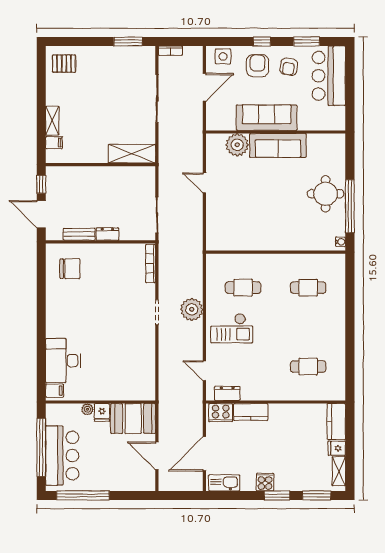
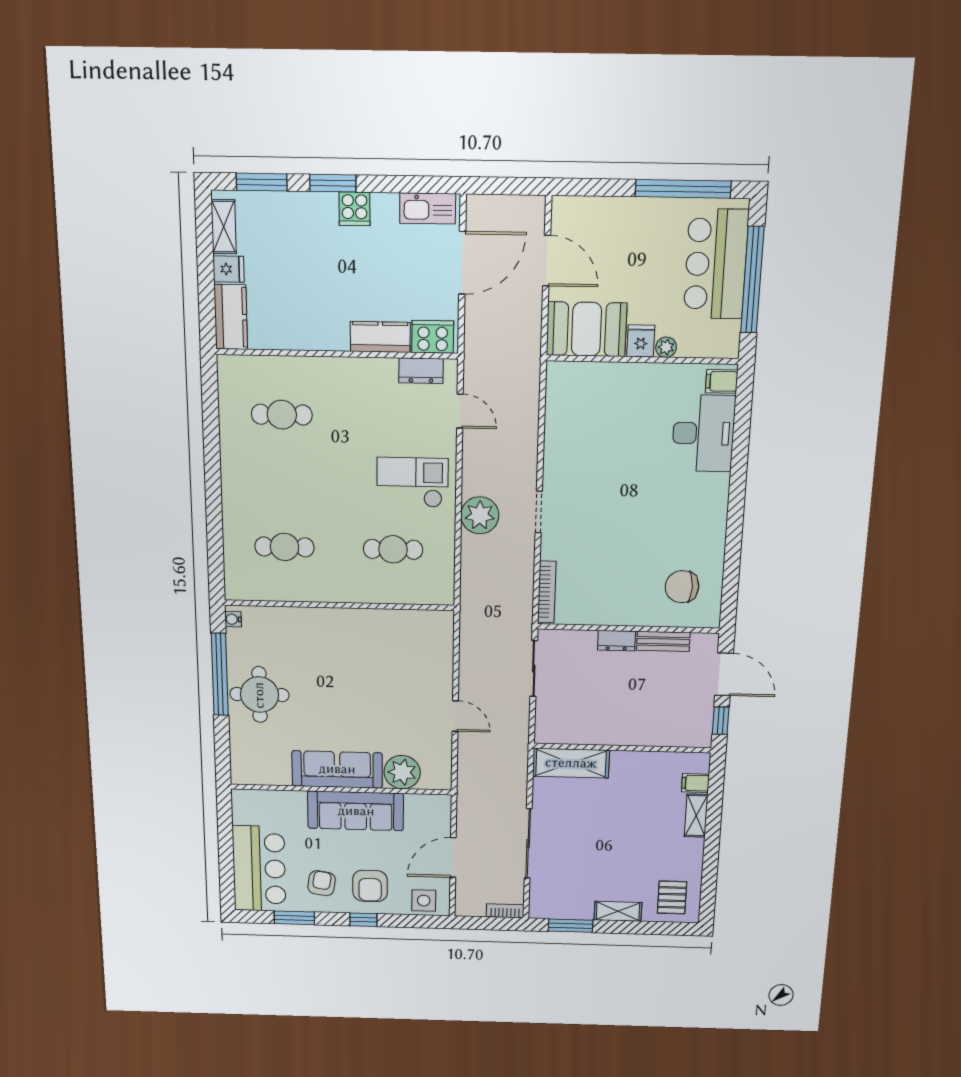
shelving: (98, 53) -> (618, 911), added
pallet: (64, 64) -> (672, 897), turned 90

